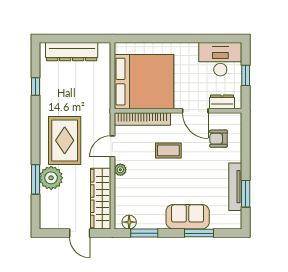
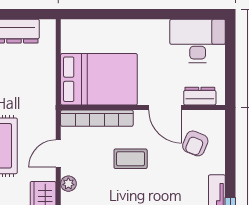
window: (246, 75) -> (230, 62), removed
bed: (144, 82) -> (99, 79), width x0.73
armchair: (219, 139) -> (195, 143), turned -68

